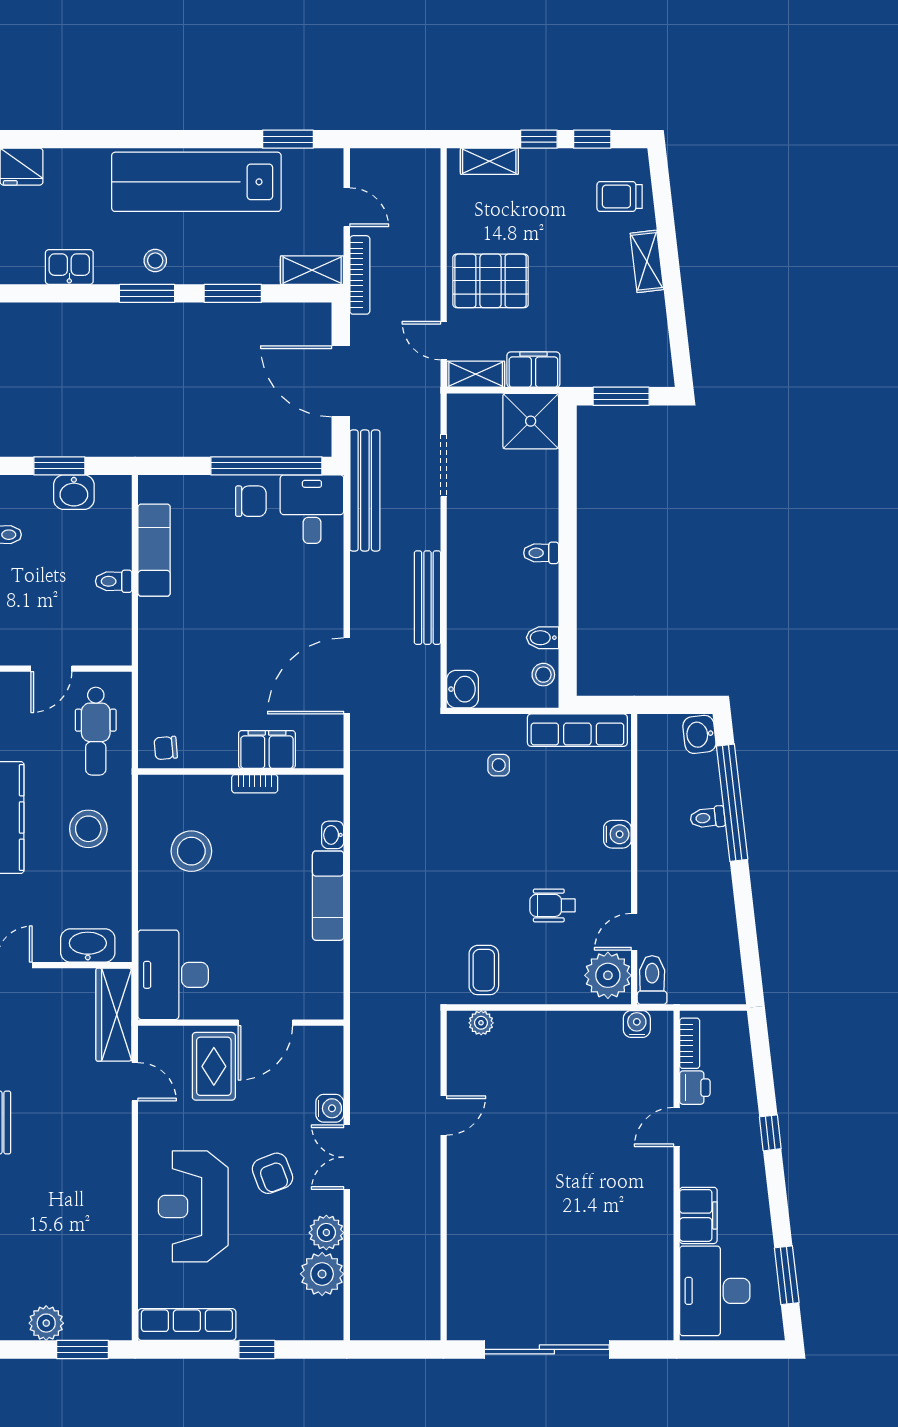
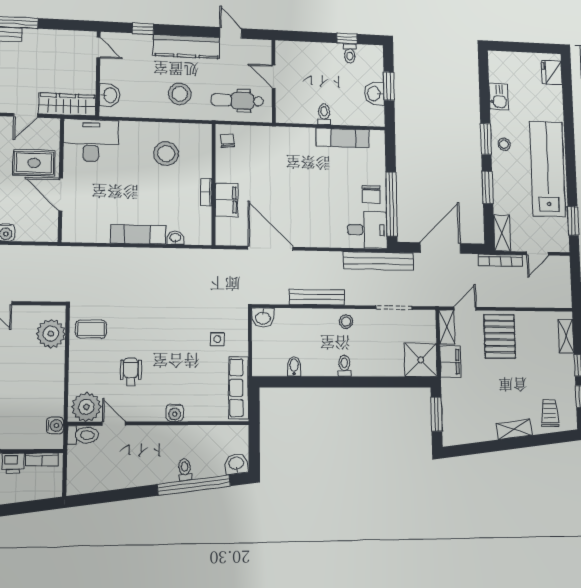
stool: (543, 675) -> (346, 322), moved
washbasin: (88, 945) -> (110, 95), width x0.72
plant: (481, 1023) -> (51, 334), width x1.88, depth x1.88

